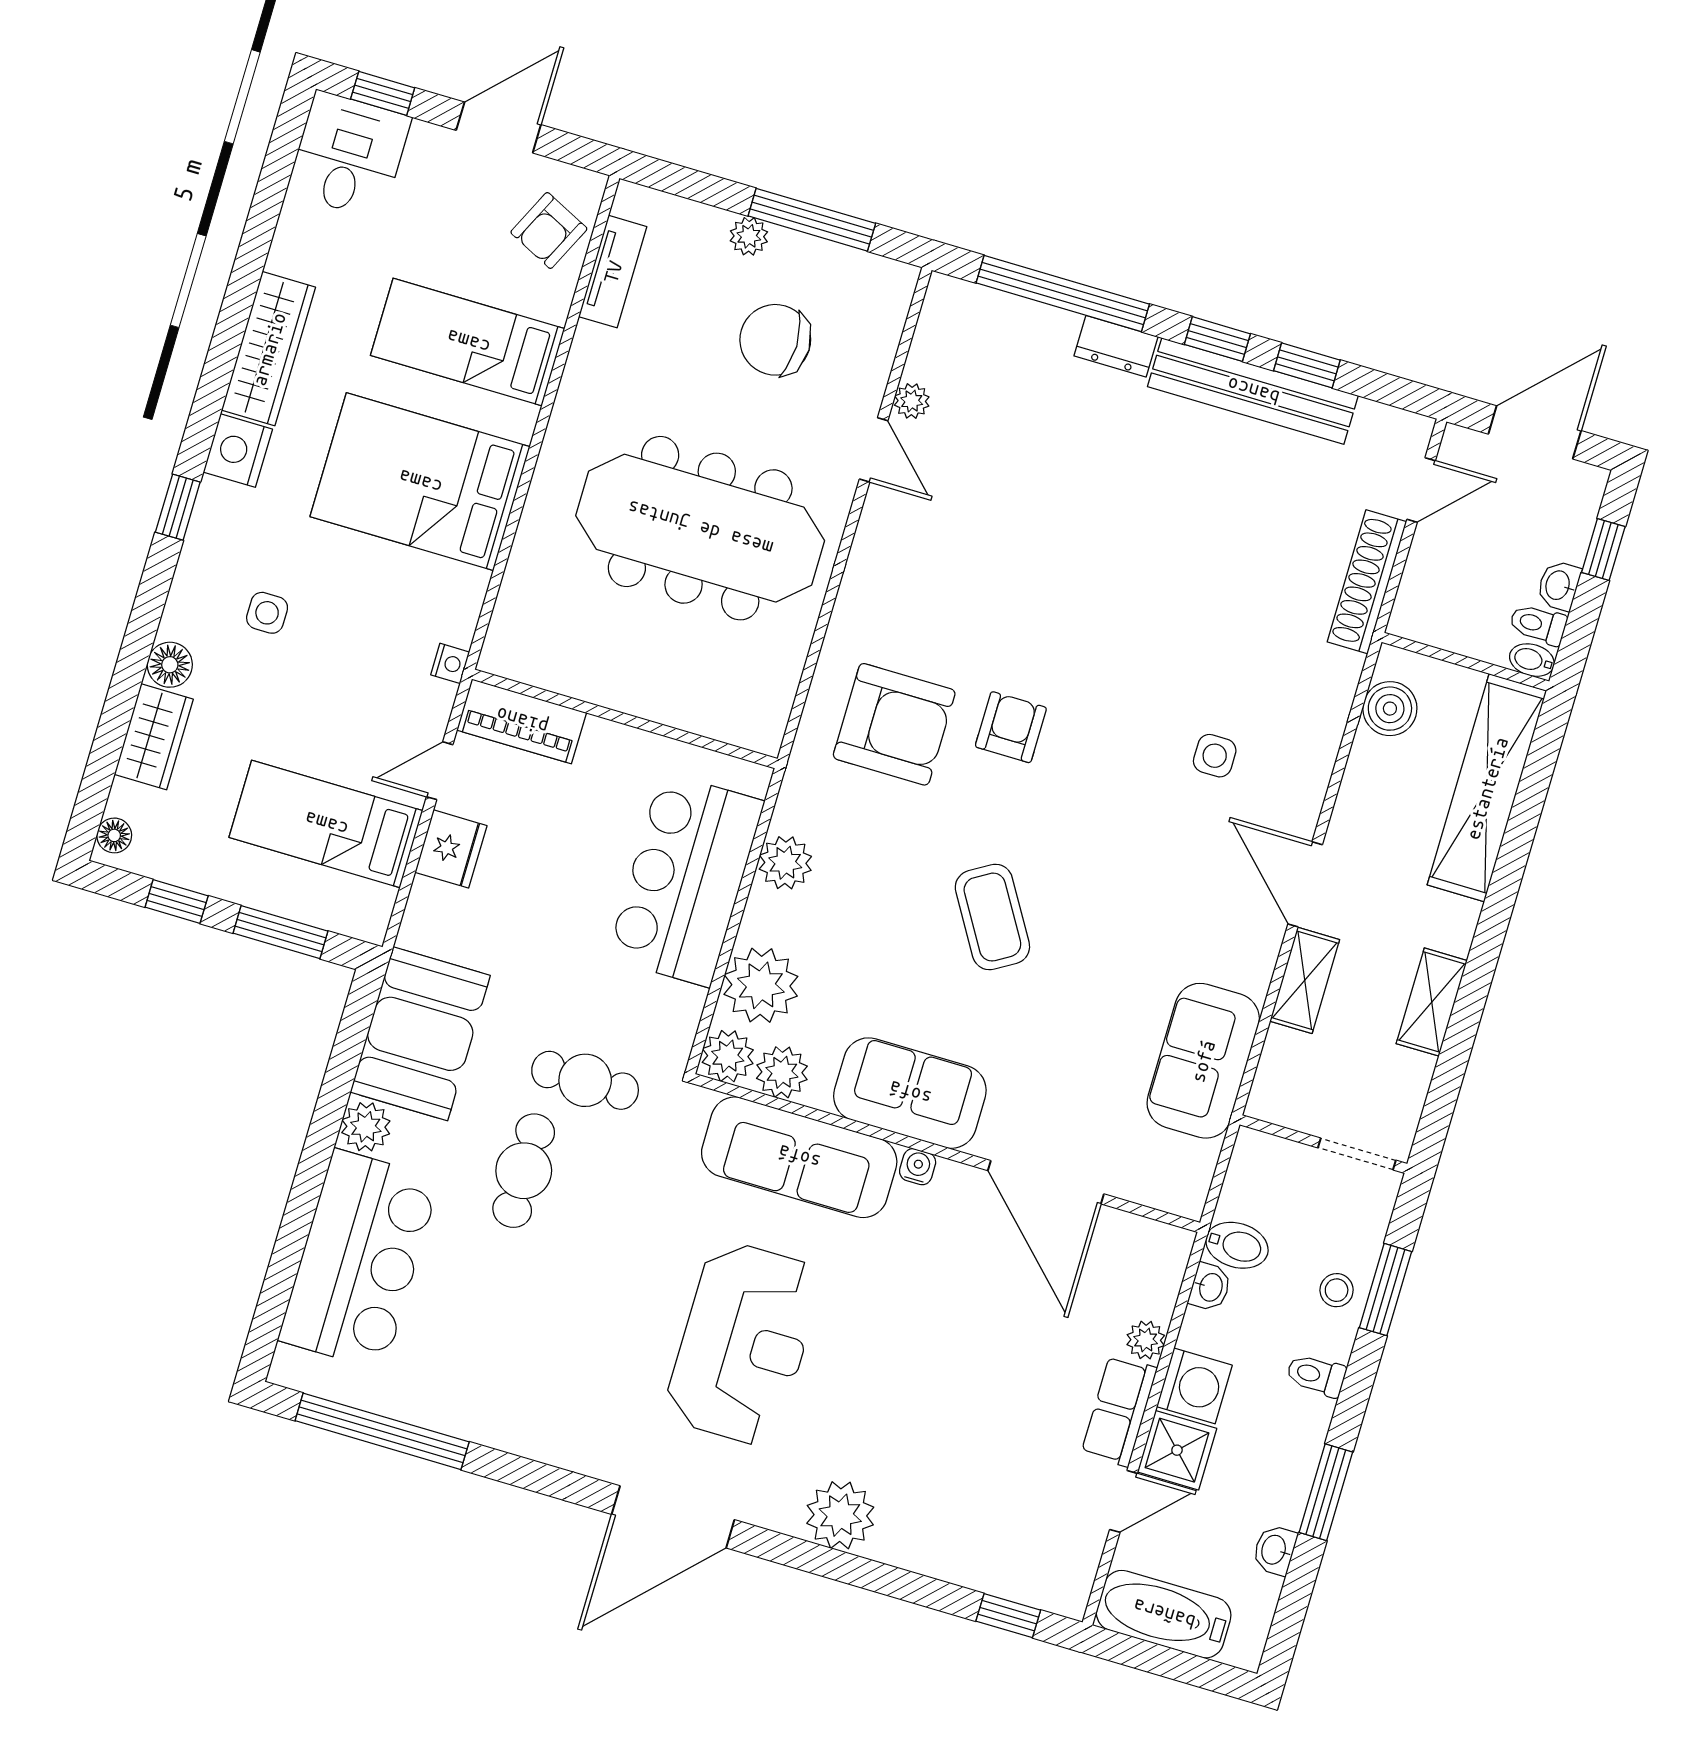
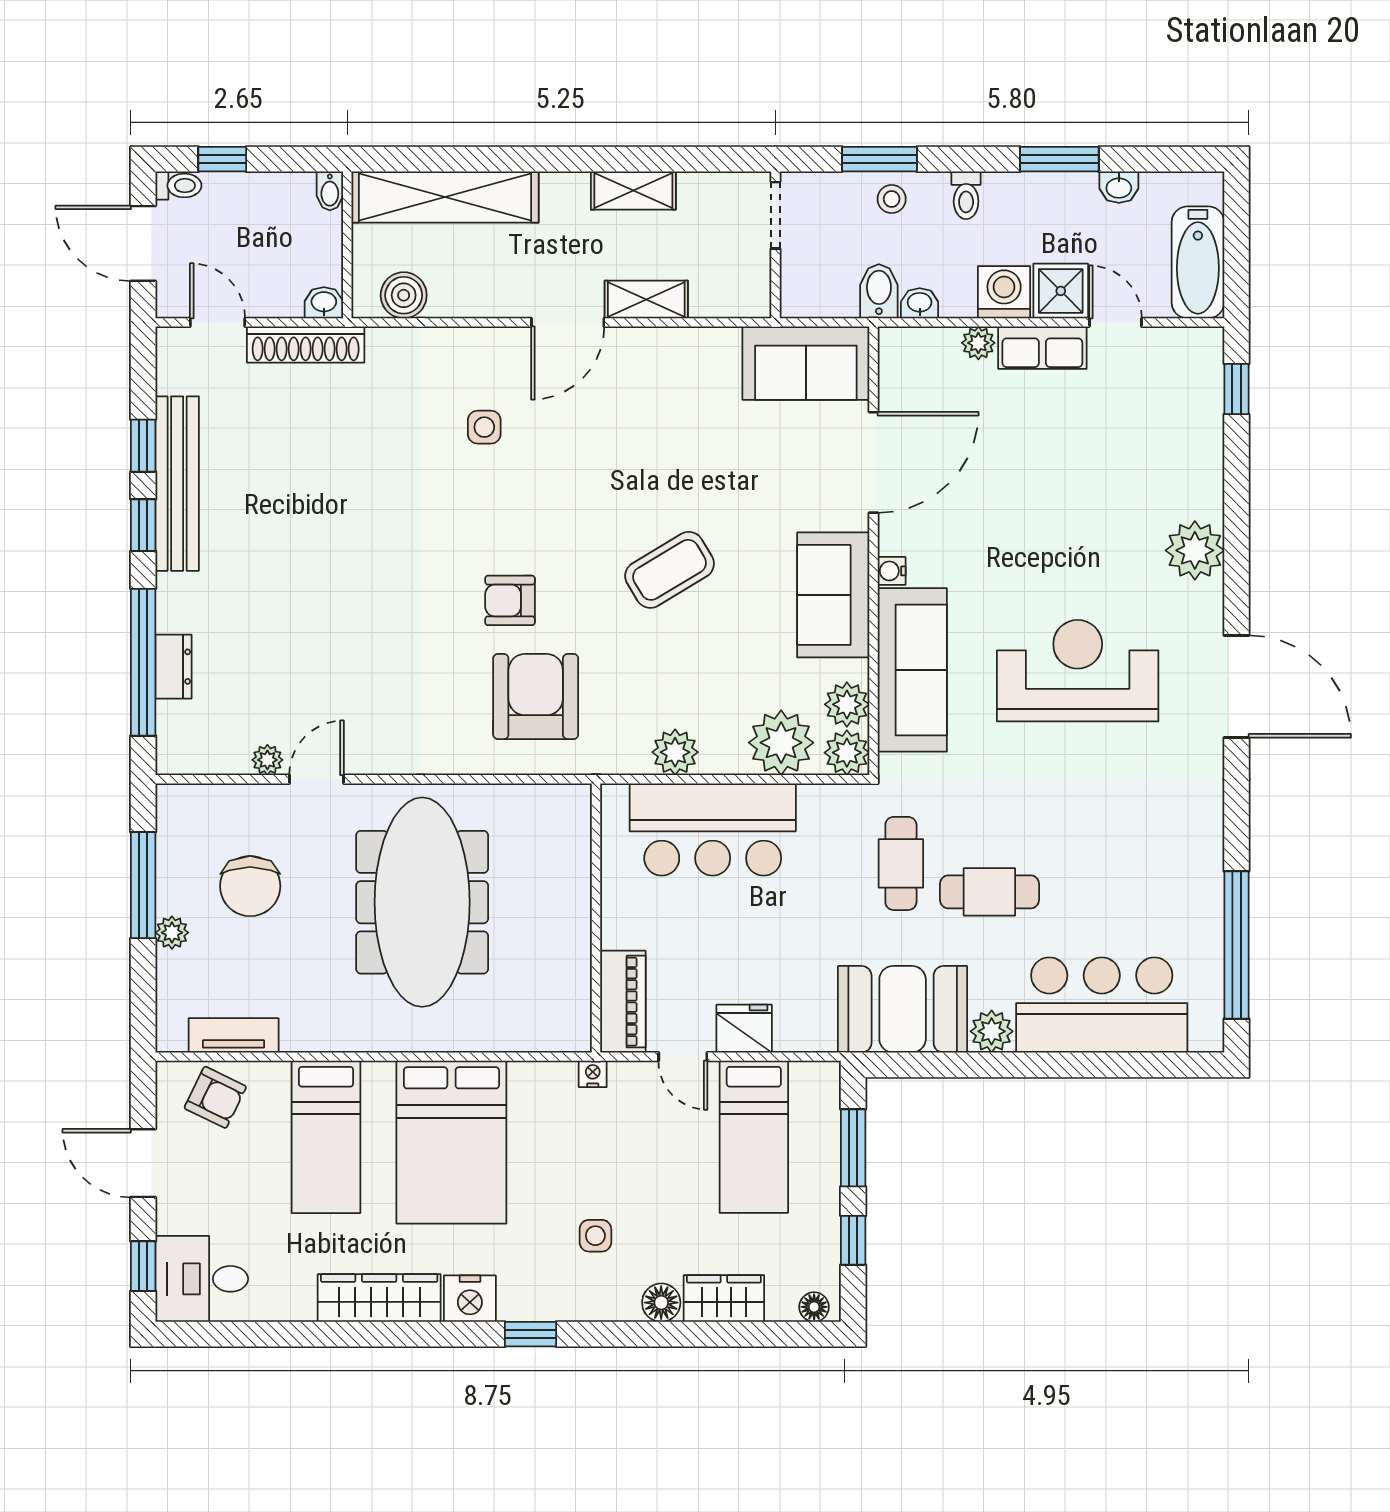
dresser: (1116, 346) -> (174, 667), moved
washbasin: (1559, 585) -> (324, 303), moved, turned 180
toilet: (1538, 624) -> (178, 186), moved, turned -90
sofa: (1203, 1061) -> (806, 363), moved

